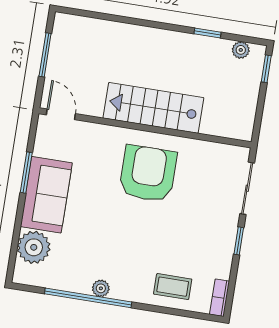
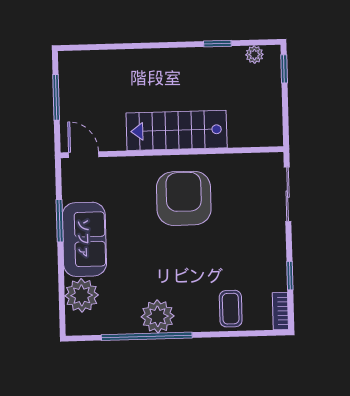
window: (239, 241) -> (290, 276), moved
coffee table: (173, 287) -> (231, 309), turned 90
plant: (101, 288) -> (158, 316), width x1.88, depth x1.88

